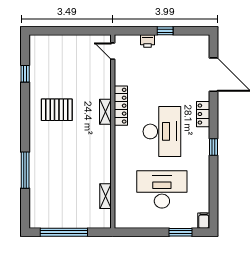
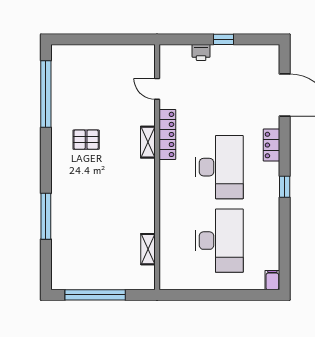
door: (113, 51) -> (157, 89), moved
window: (25, 74) -> (46, 94), width x3.17
pallet: (57, 110) -> (86, 140), width x0.67, depth x0.71
desk: (162, 189) -> (219, 241), turned 90
window: (181, 232) -> (243, 295), removed

